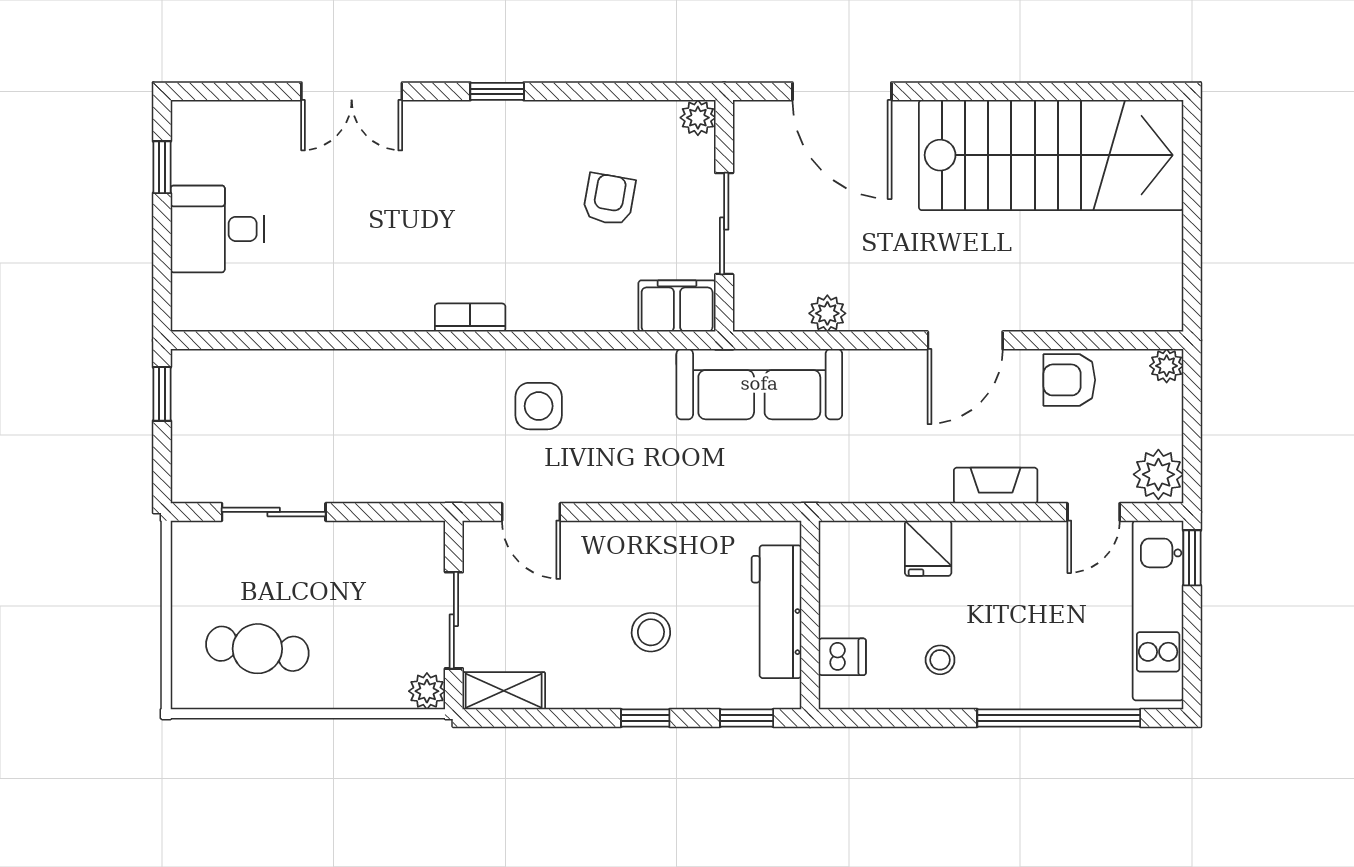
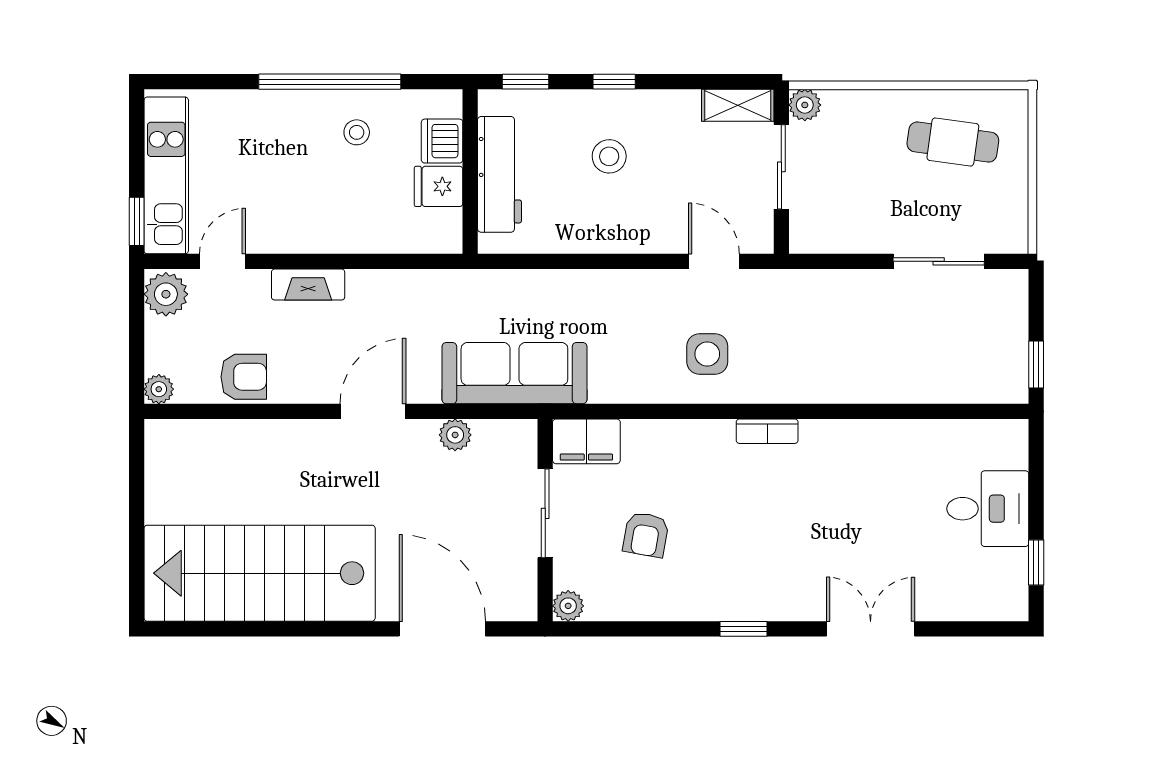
door: (965, 340) -> (373, 411), moved
fridge: (928, 548) -> (439, 186), moved, turned -90
dishwasher: (842, 657) -> (442, 141), width x1.38
window: (1059, 718) -> (330, 82), moved

